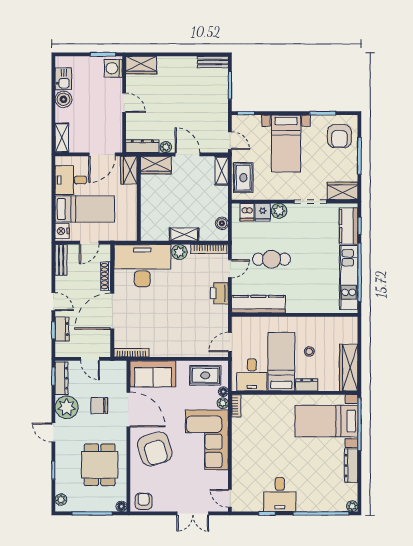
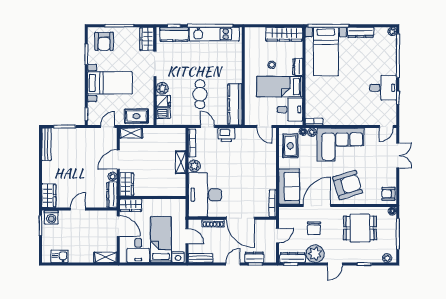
bench: (213, 62) -> (46, 144), width x1.36
boiler: (63, 99) -> (75, 256), removed
armchair: (339, 136) -> (104, 41), turned 90
boiler: (222, 223) -> (172, 133), removed

